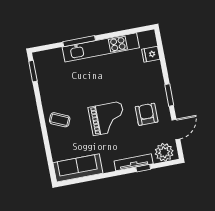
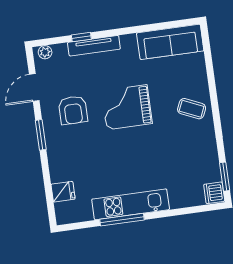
window: (79, 41) -> (122, 220), moved
kitchen unit: (101, 47) -> (131, 204), width x0.73
dishwasher: (40, 59) -> (214, 193), added
plant: (164, 152) -> (45, 52), width x0.53, depth x0.53

